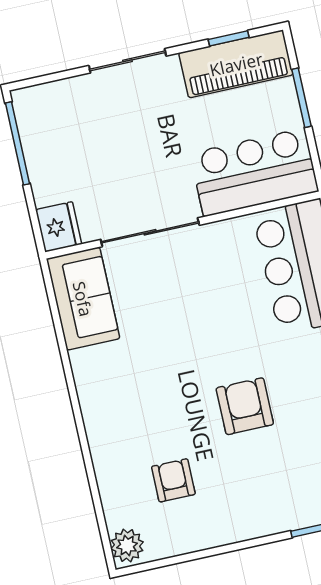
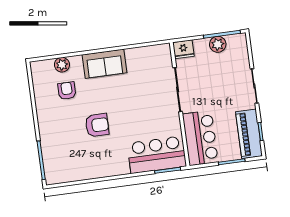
plant: (41, 151) -> (218, 44), added
sofa: (83, 299) -> (104, 64), moved
armchair: (173, 480) -> (67, 91), turned -90
plant: (127, 546) -> (62, 65), moved

